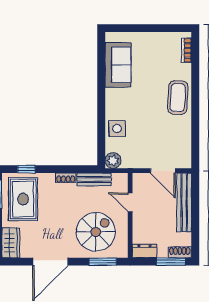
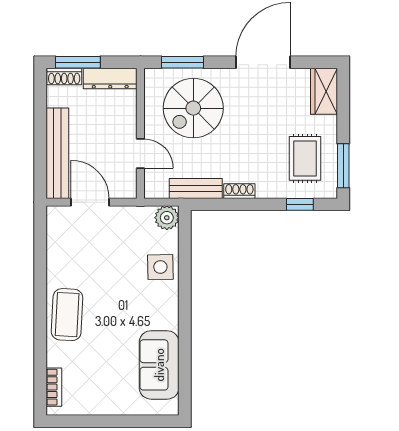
rug: (23, 199) -> (305, 158), width x0.73, depth x0.70
dresser: (144, 251) -> (110, 79), width x1.44

